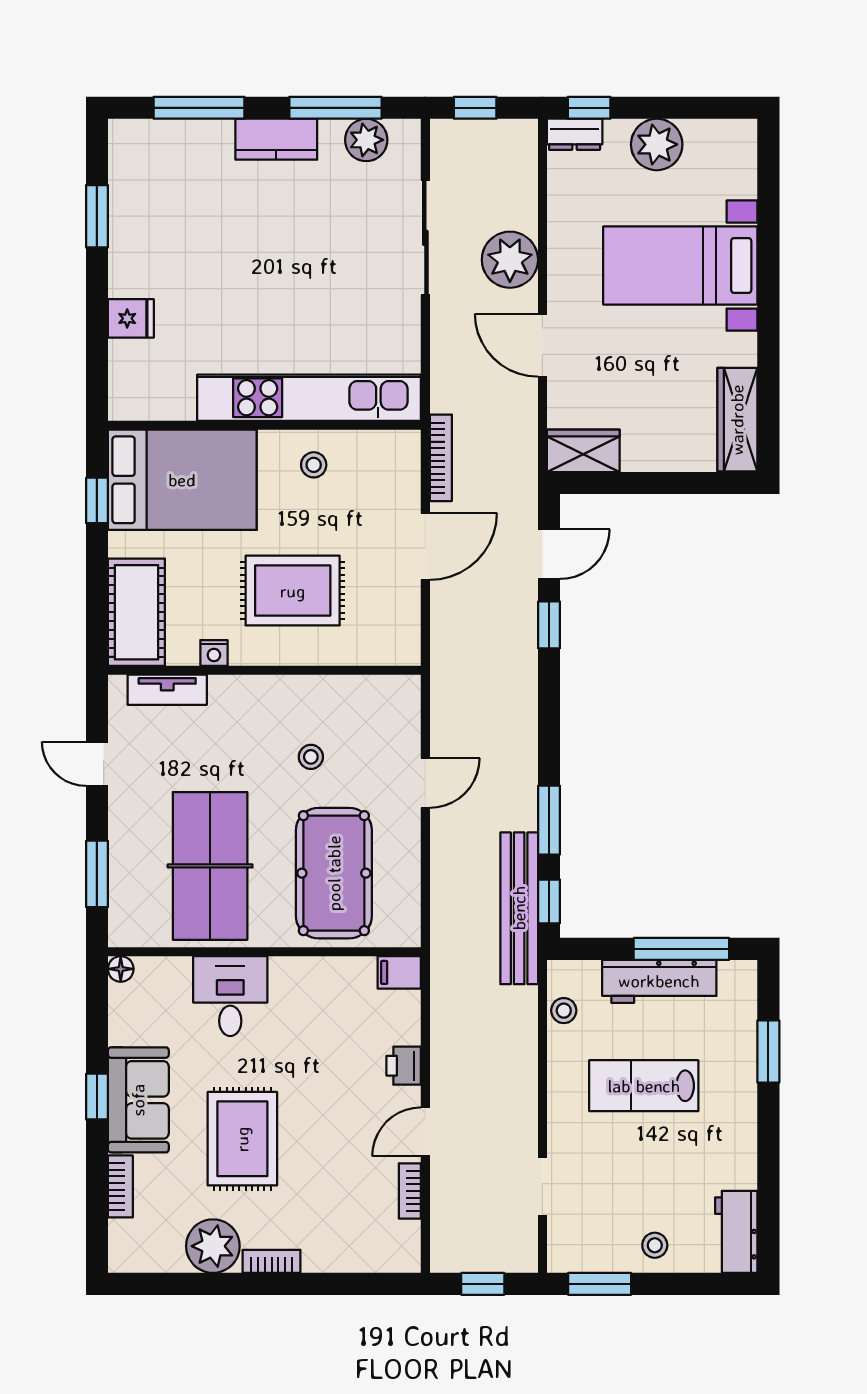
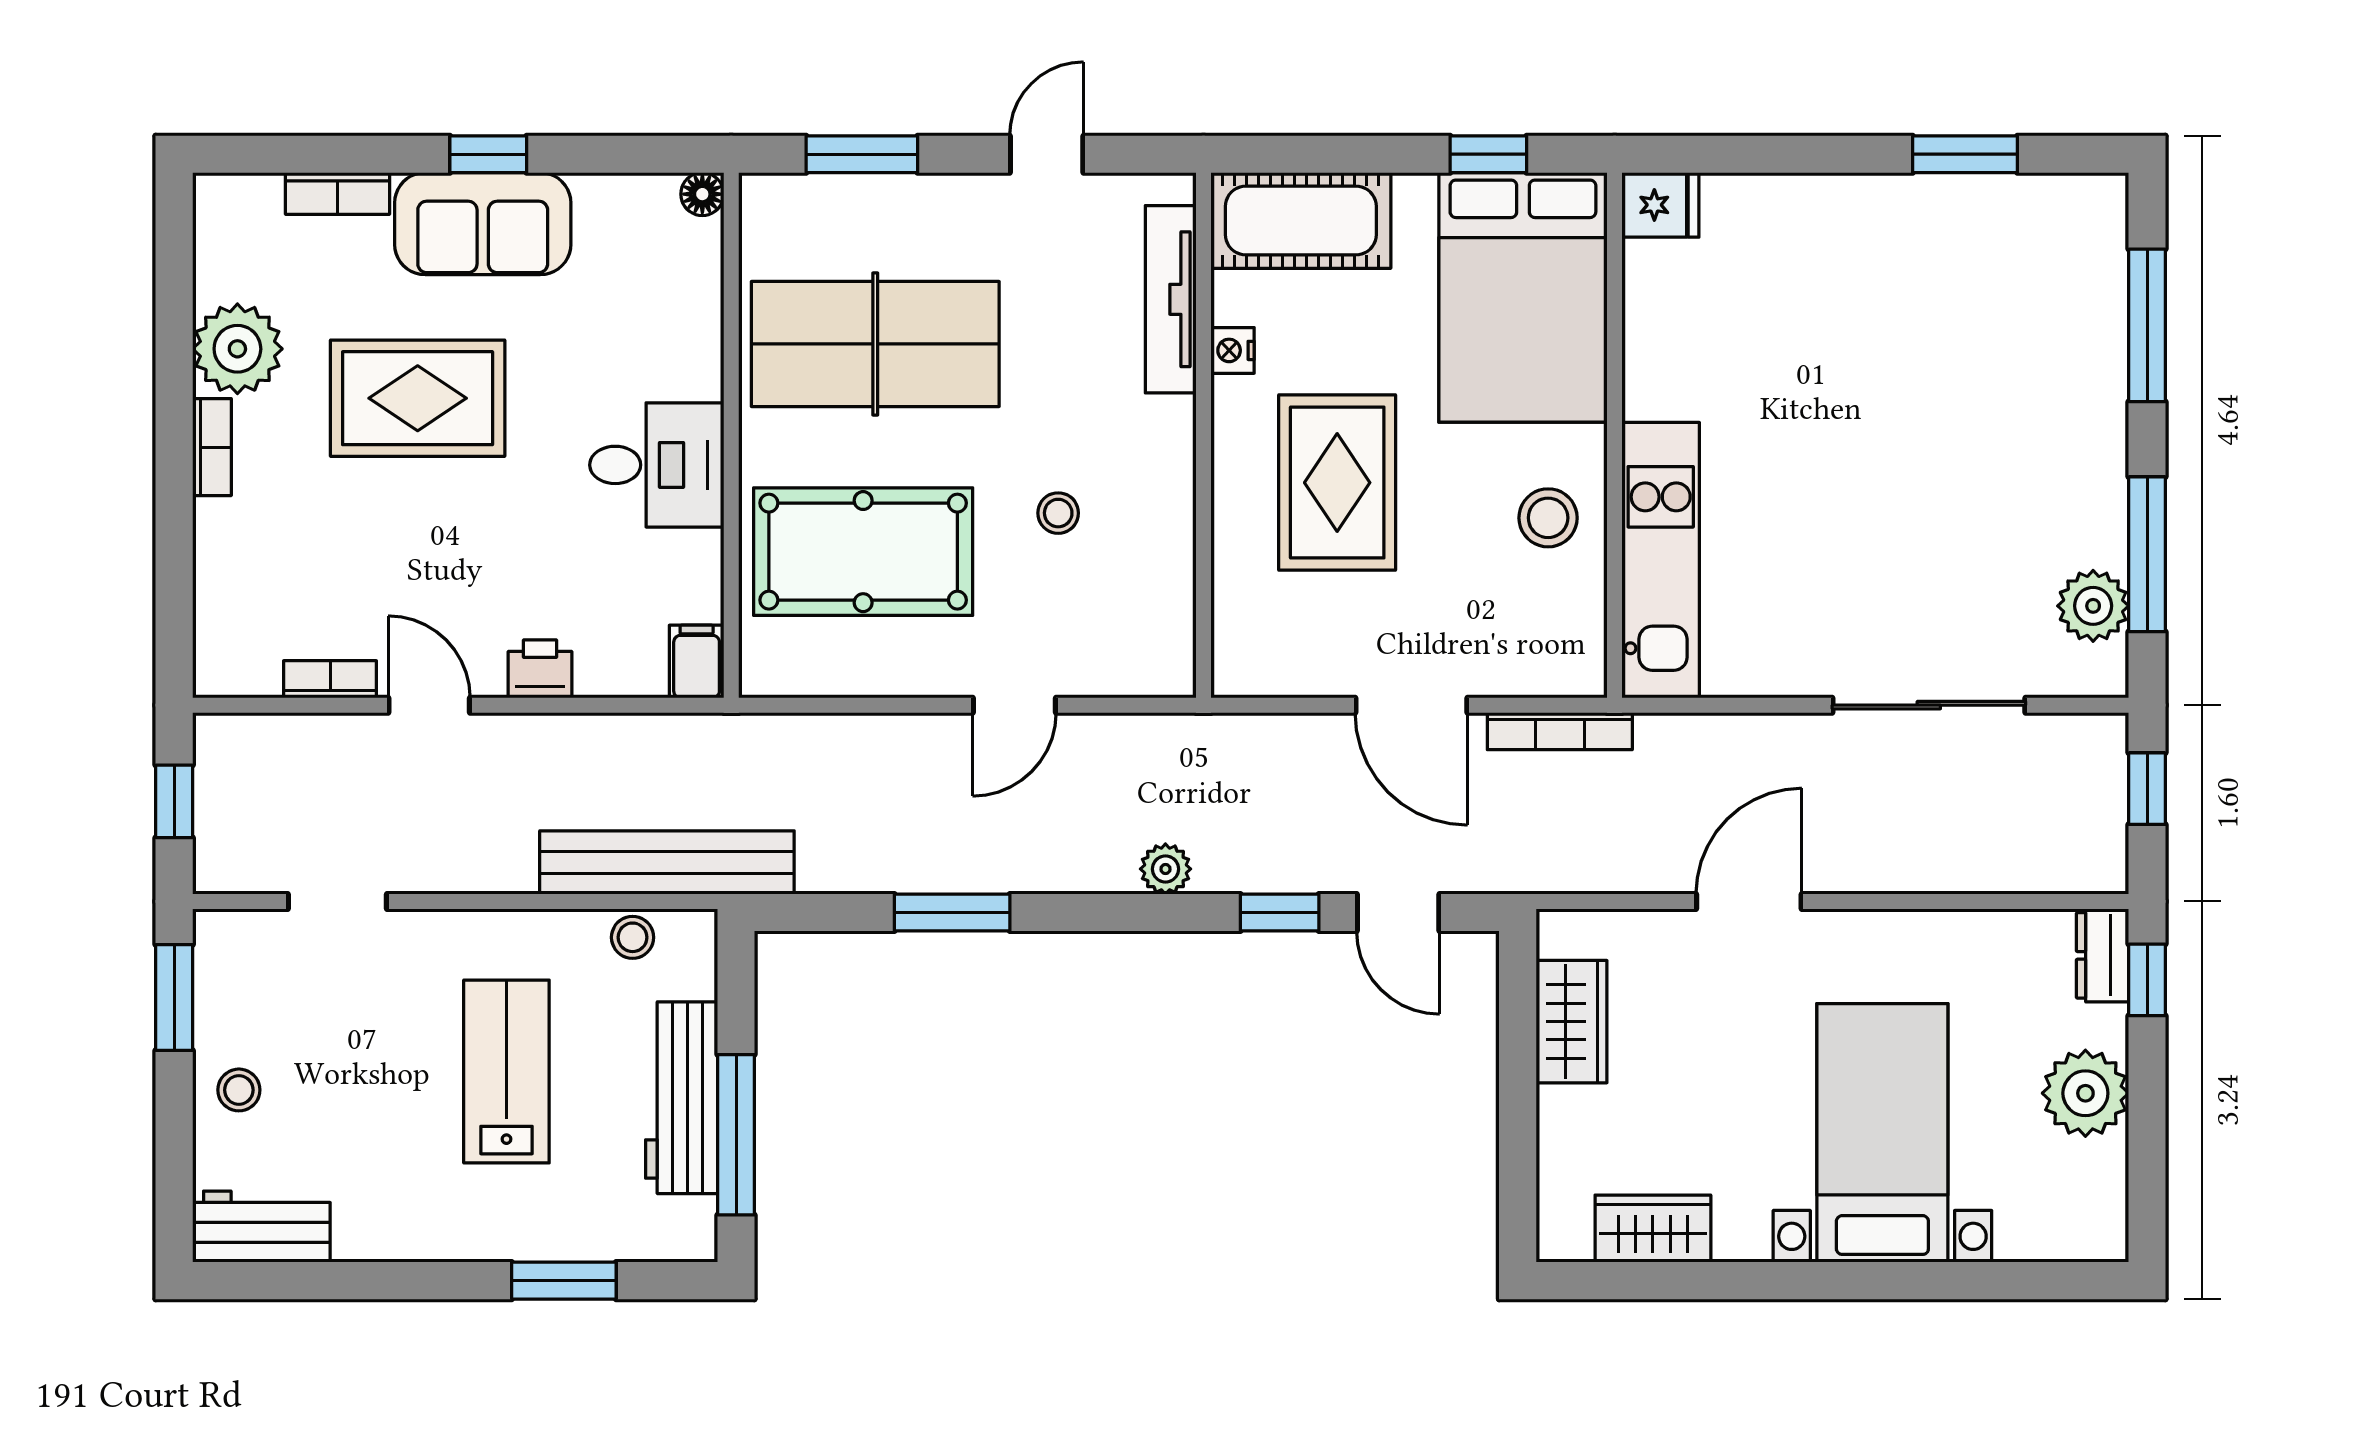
kitchen counter: (276, 139) -> (2094, 455), removed
plant: (510, 260) -> (1165, 869), moved, width x0.53, depth x0.53
fridge: (131, 318) -> (1660, 205), moved, turned -90
kitchen unit: (309, 398) -> (1661, 560), width x0.73
wardrobe: (737, 420) -> (1653, 1229), width x0.67
wardrobe: (583, 451) -> (1572, 1022), moved
stool: (314, 465) -> (1548, 518), width x1.37, depth x1.37
tv unit: (167, 690) -> (1171, 299), width x1.41
door: (425, 783) -> (1014, 705), hinge flipped
window: (549, 901) -> (816, 913), removed
bench: (519, 908) -> (667, 862), moved
desk: (230, 996) -> (657, 465), moved

